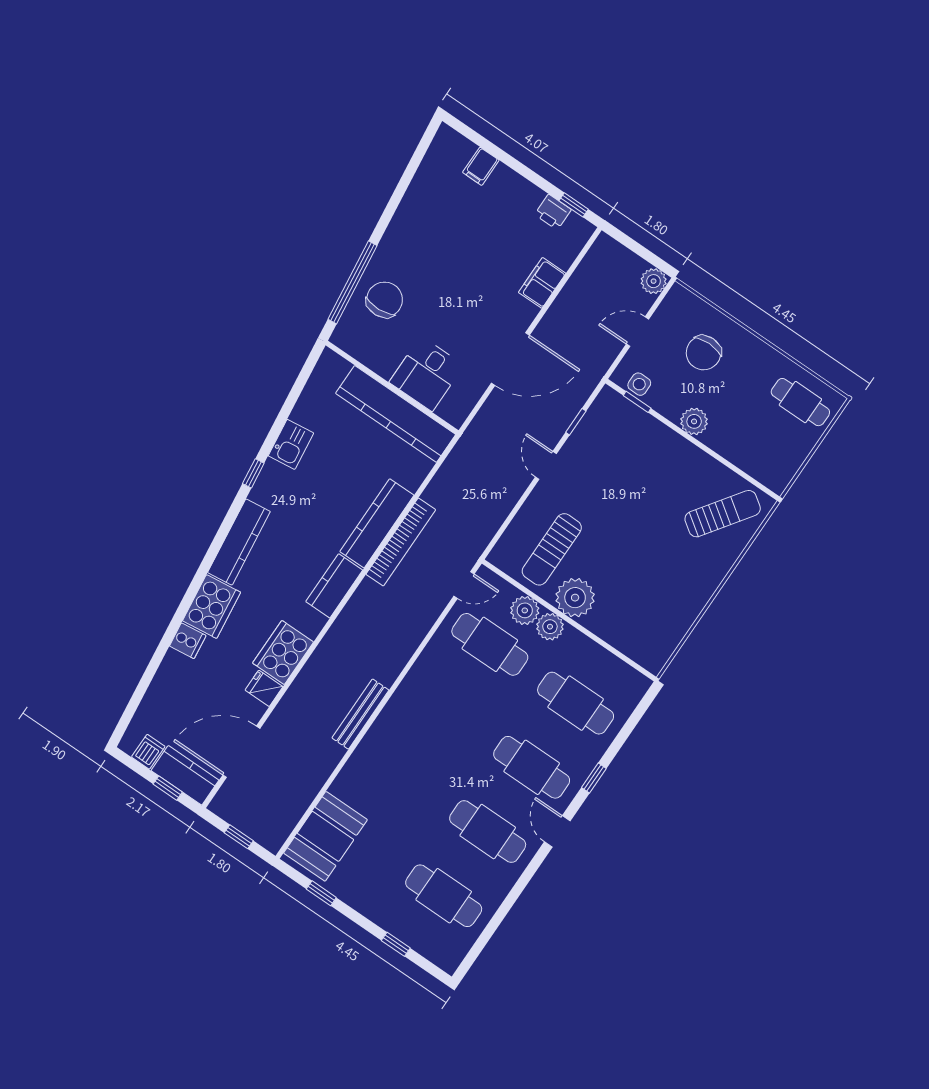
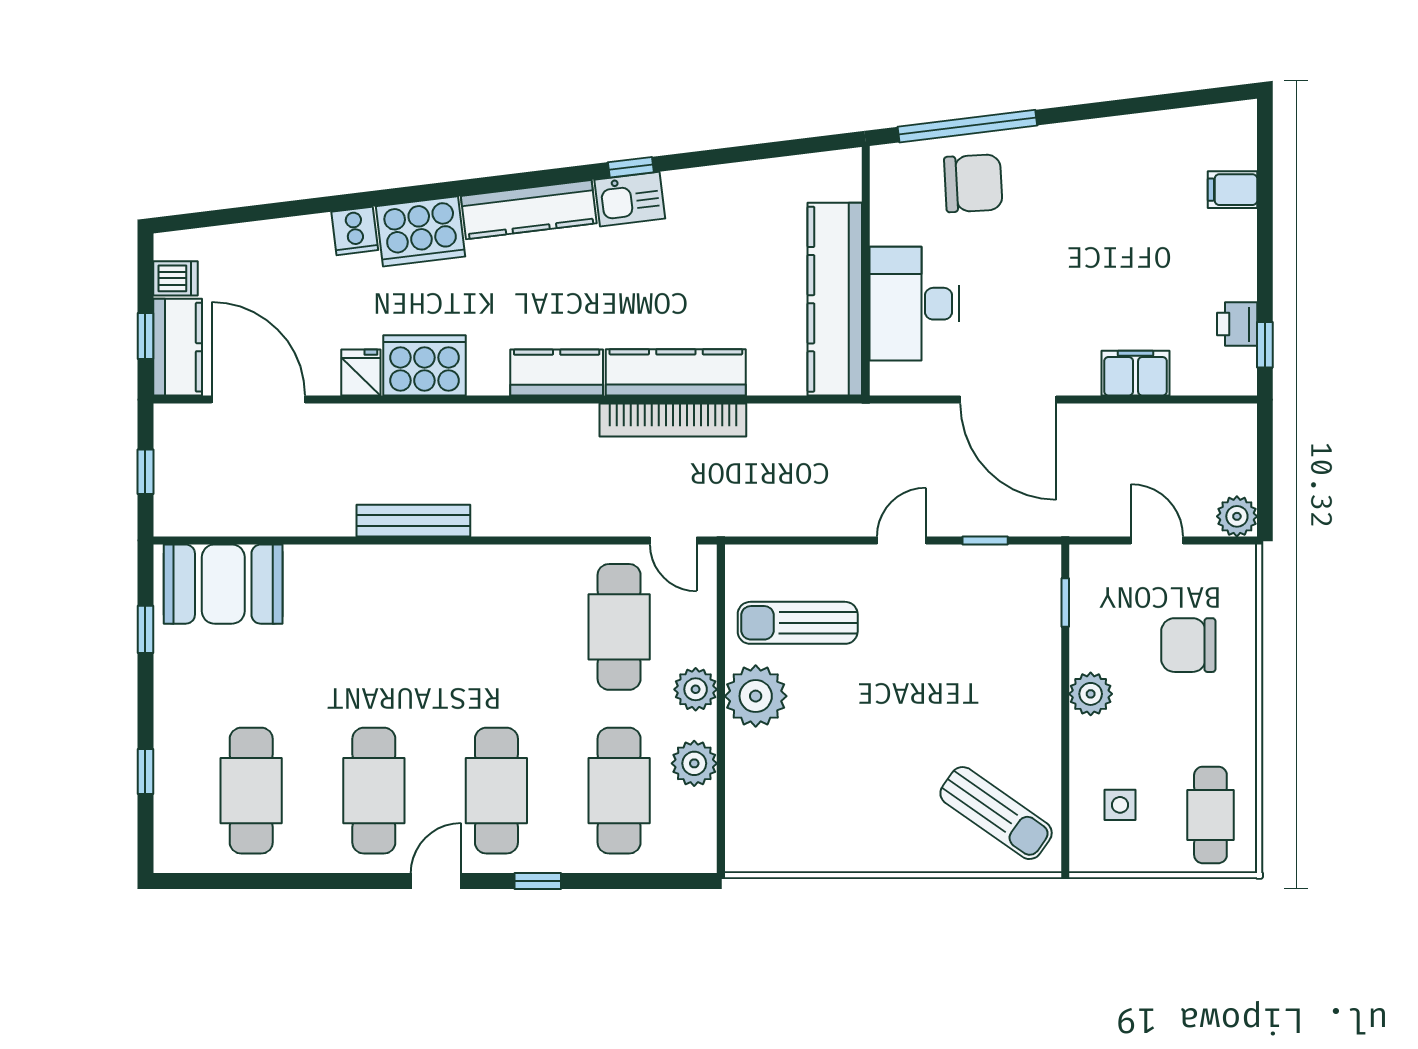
desk: (426, 374) -> (914, 304), width x1.37
side table: (639, 384) -> (1120, 805), moved
kitchen sink: (291, 444) -> (630, 199), moved
plant: (525, 610) -> (694, 763), moved

